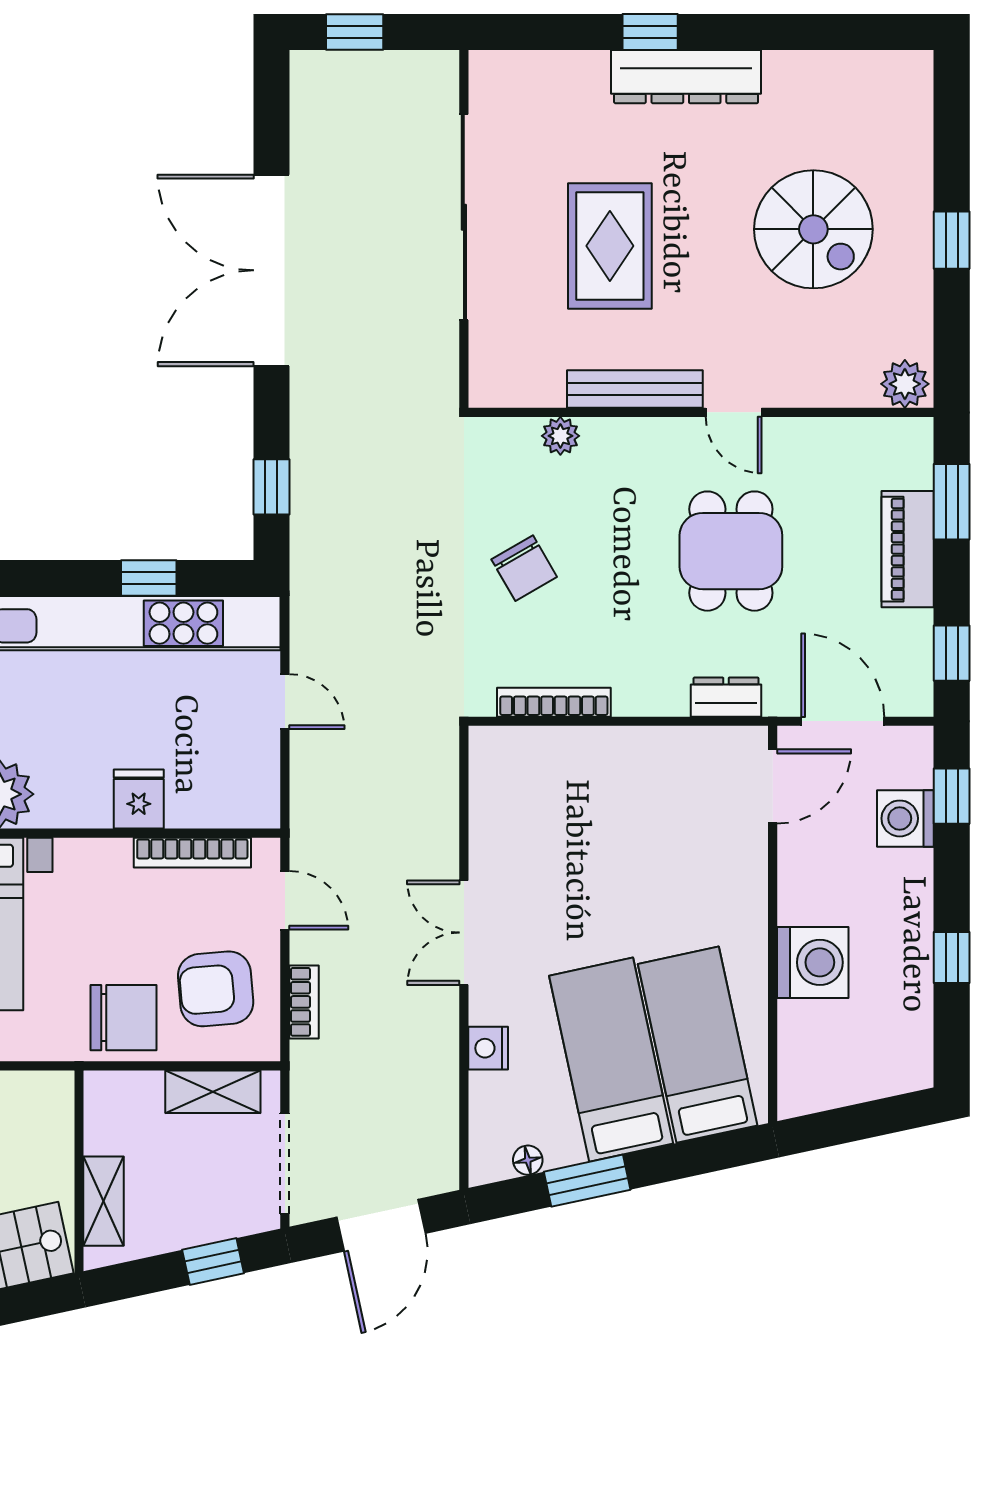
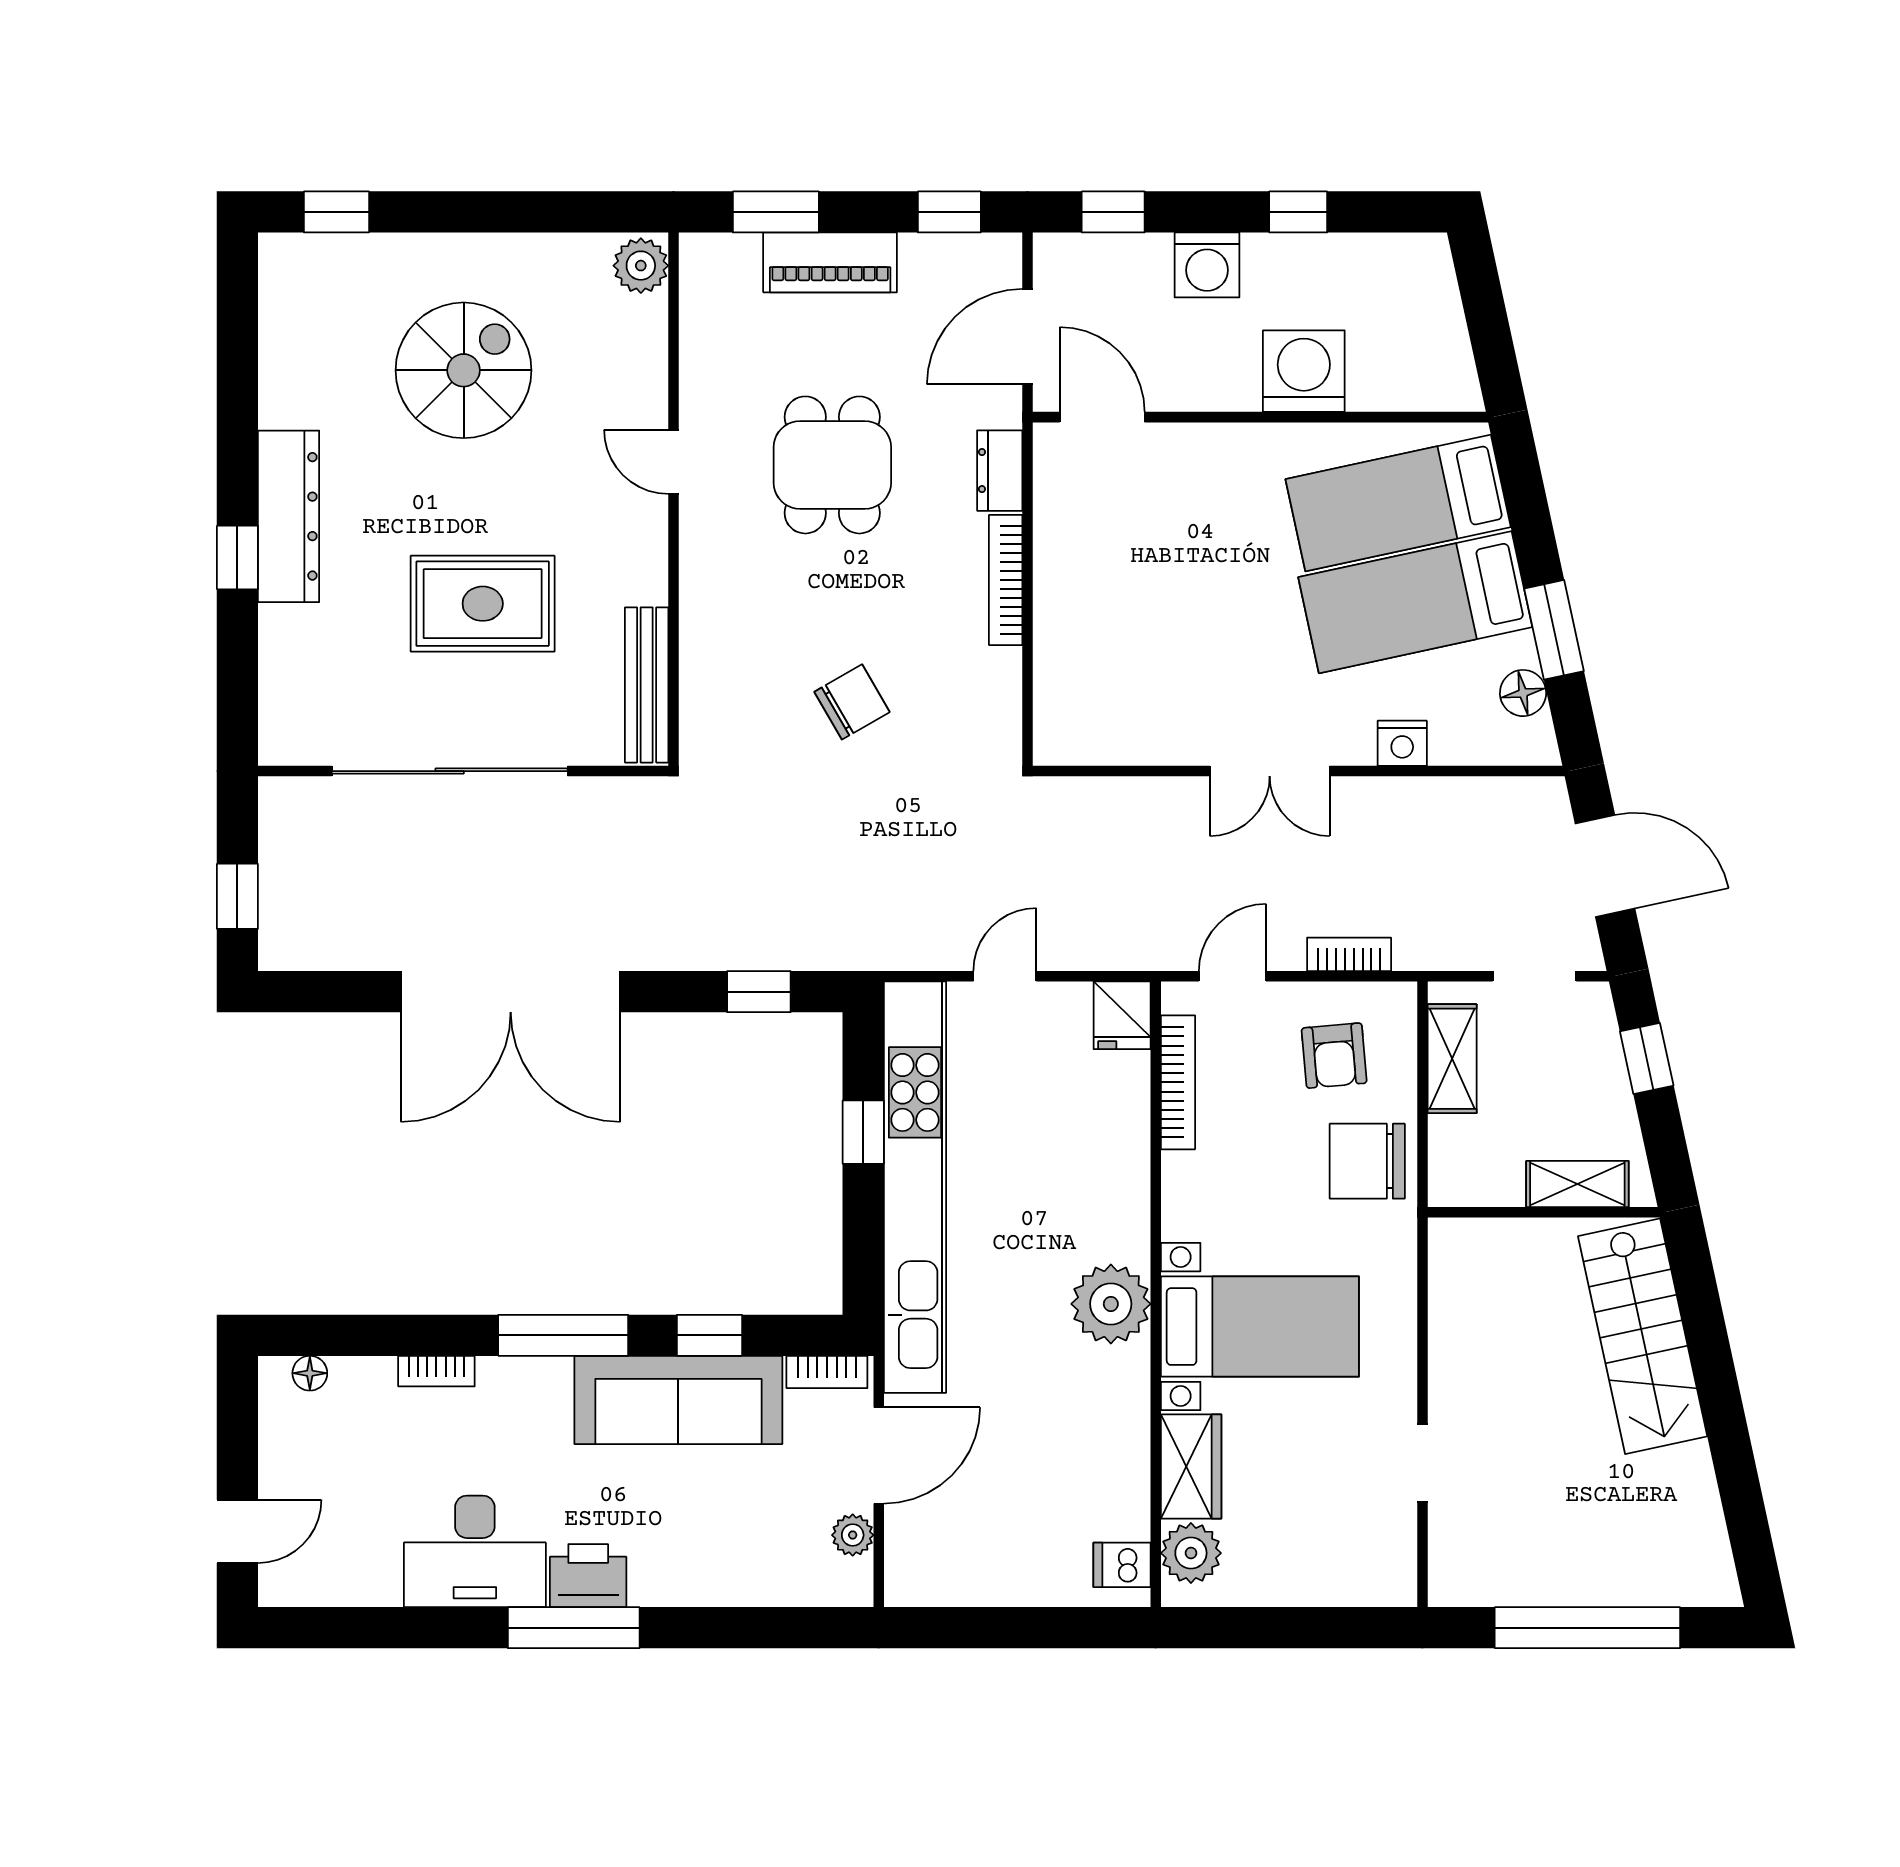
window: (952, 240) -> (336, 212), moved
bench: (635, 389) -> (647, 685), moved
door: (734, 412) -> (673, 462), swing flipped
plant: (560, 436) -> (700, 660), removed
dining table: (731, 551) -> (832, 465), turned 90
bookcase: (554, 702) -> (1006, 580), moved
fridge: (139, 799) -> (1122, 1015), moved, turned -90
washing machine: (905, 818) -> (1207, 265), moved
armchair: (216, 989) -> (1334, 1056), width x0.72, depth x0.72
chair: (123, 1018) -> (1367, 1161), turned -90
floor lamp: (528, 1160) -> (1523, 693), width x1.37, depth x1.37
doorway: (285, 1164) -> (1534, 976), width x0.73

